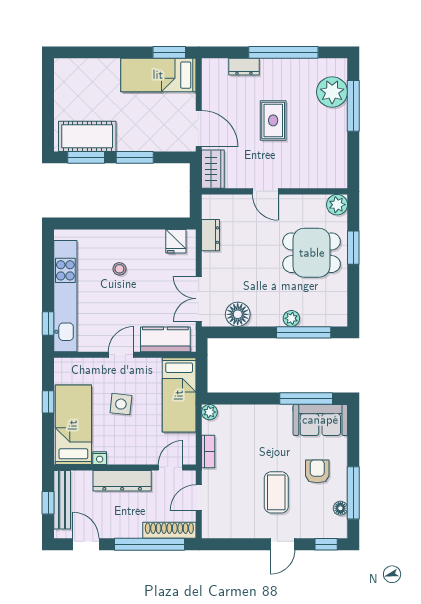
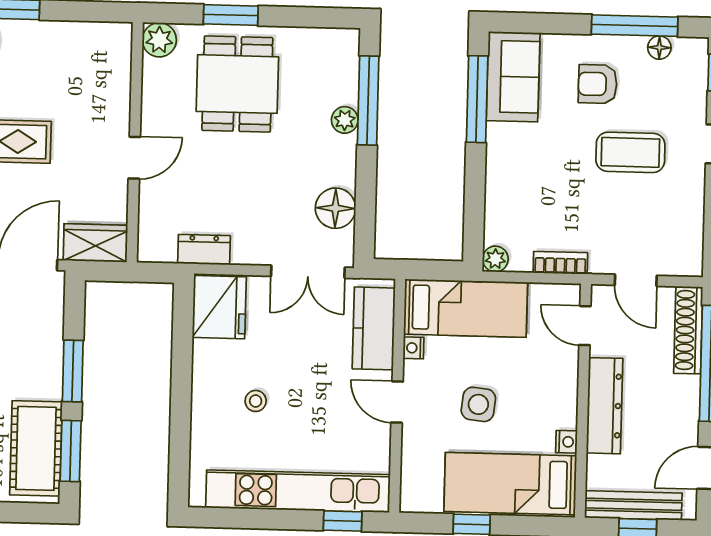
fridge: (176, 241) -> (219, 307), width x1.88, depth x1.34
nightstand: (154, 364) -> (413, 348), added

